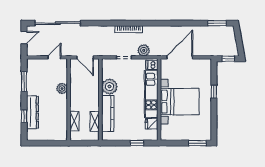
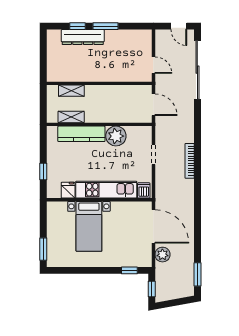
plant: (144, 50) -> (162, 255), moved
door: (85, 57) -> (153, 105), swing flipped
window: (24, 82) -> (106, 26), moved
plant: (62, 89) -> (113, 75), removed
window: (214, 92) -> (129, 270), moved
bed with nightstands: (180, 102) -> (89, 226), width x0.73

